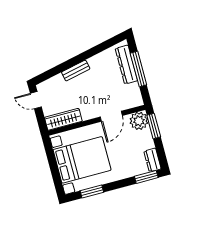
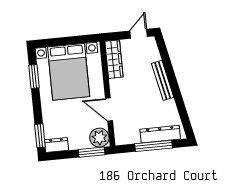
bench: (76, 71) -> (163, 80), width x1.36

